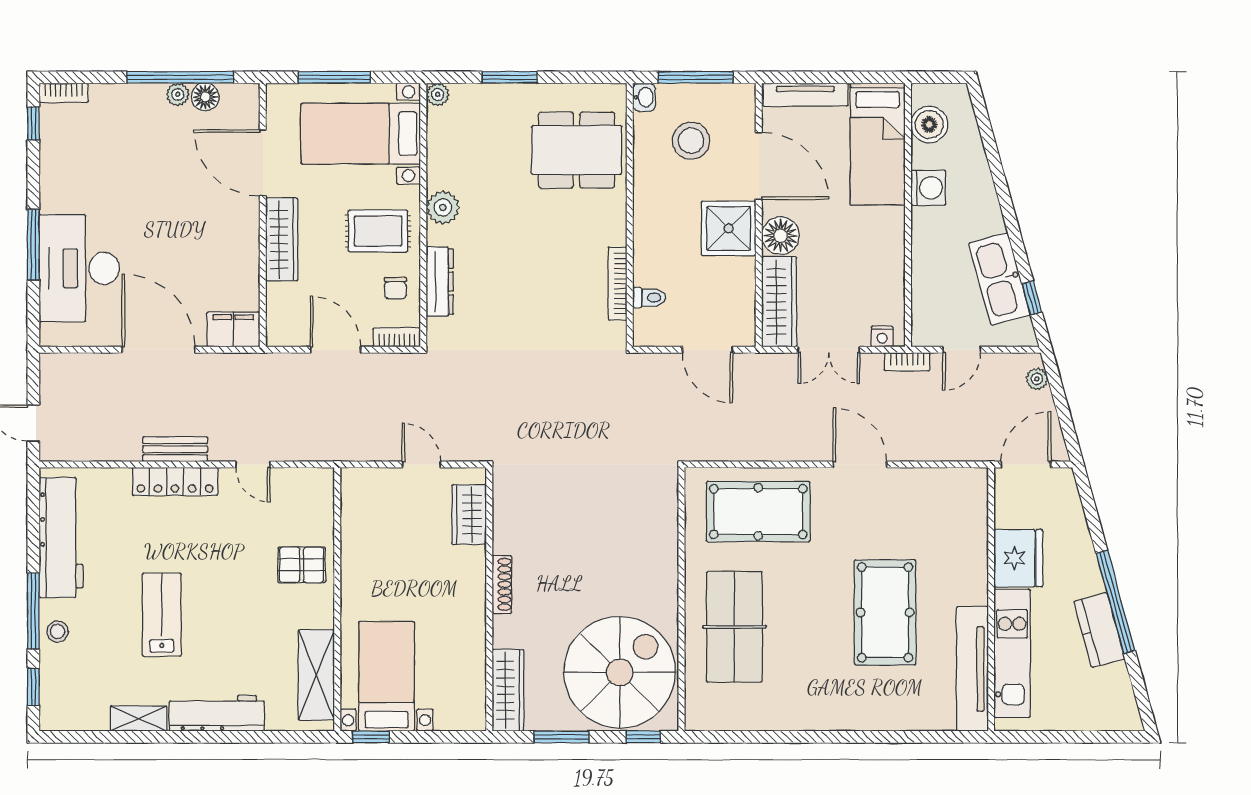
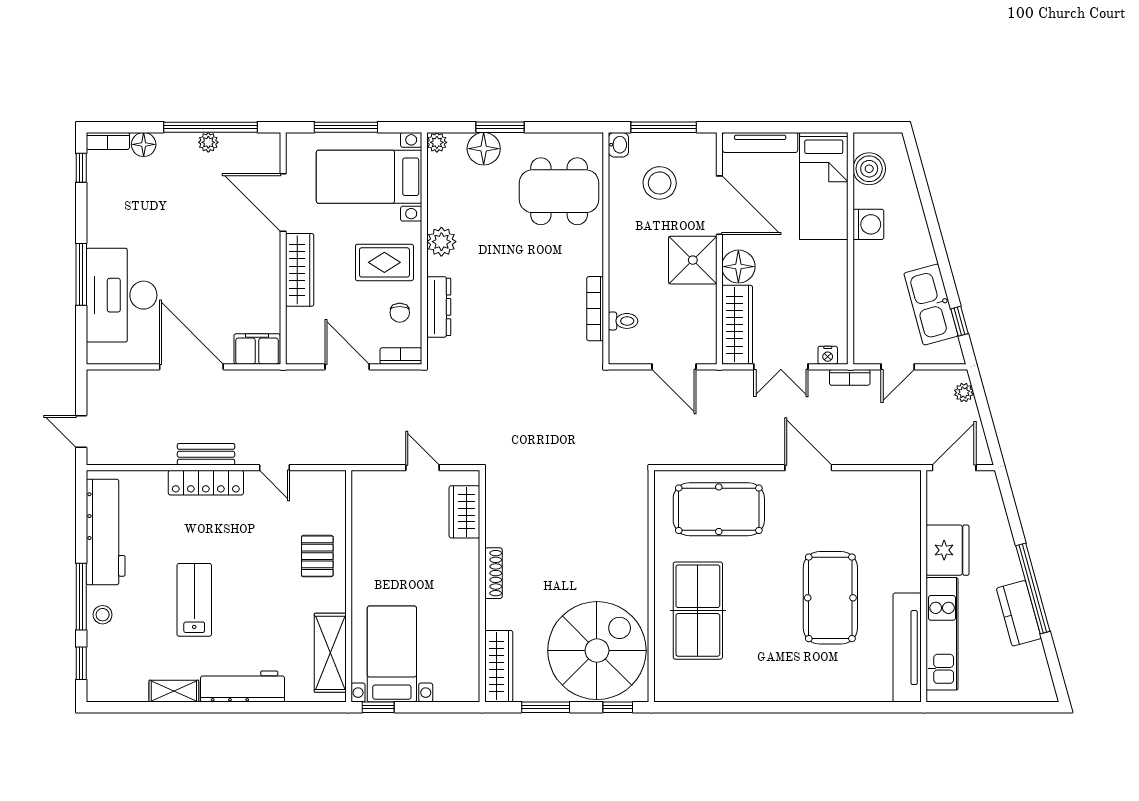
floor lamp: (205, 97) -> (144, 144), moved
floor lamp: (491, 102) -> (484, 149), added
pallet: (302, 565) -> (317, 556), turned 90

